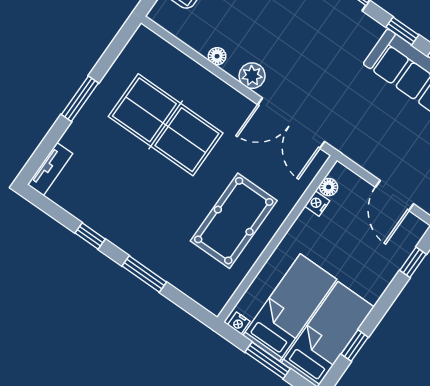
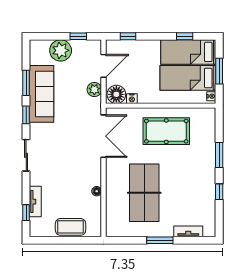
plant: (252, 76) -> (94, 90), moved
tv unit: (50, 169) -> (188, 231), moved
floor lamp: (329, 187) -> (116, 94), width x1.89, depth x1.89

